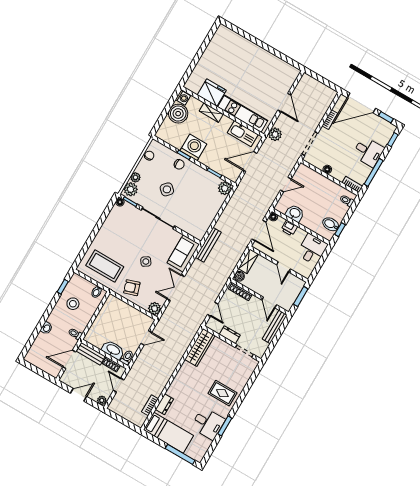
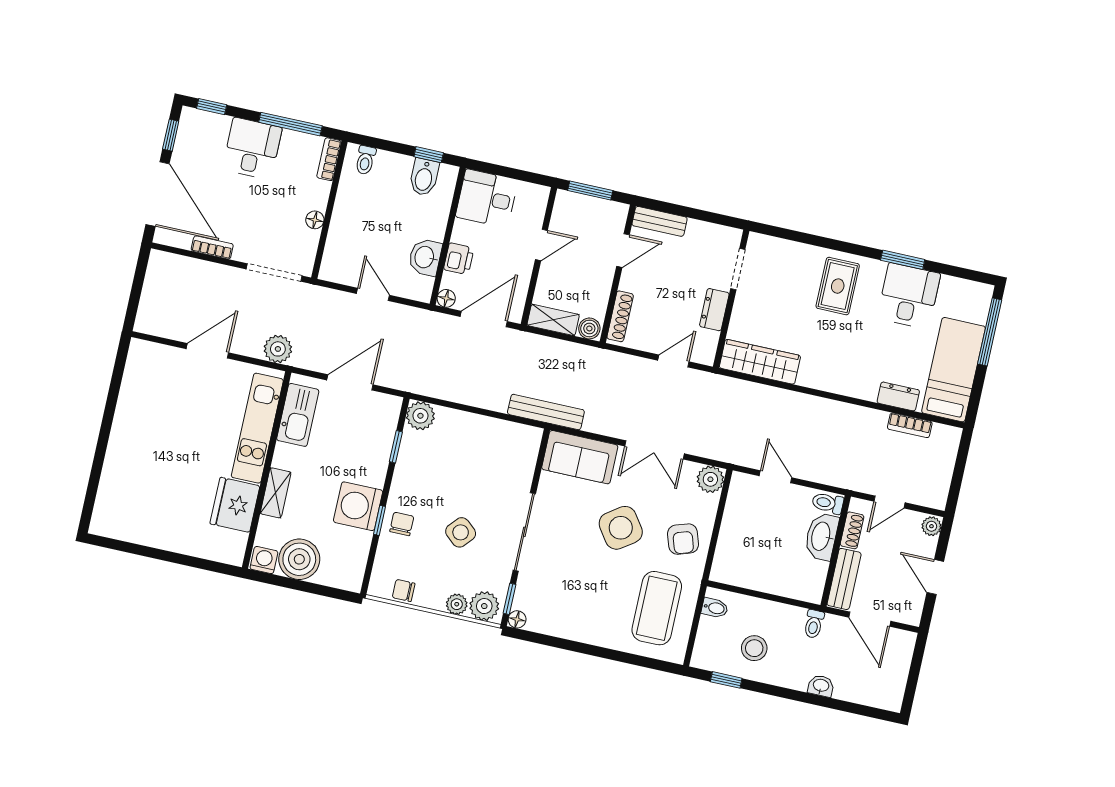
door: (250, 162) -> (350, 382), swing flipped
side table: (146, 262) -> (621, 528), width x1.87, depth x1.87
bench: (275, 327) -> (660, 221), width x0.73

